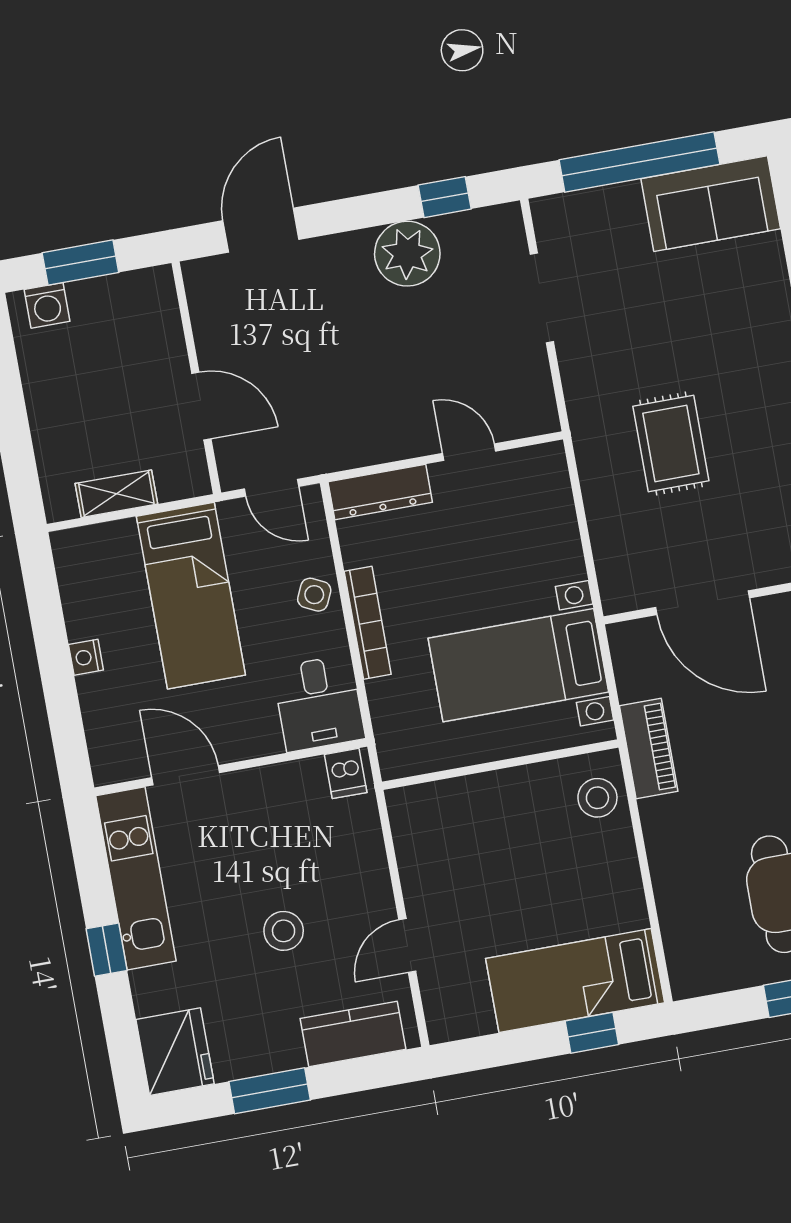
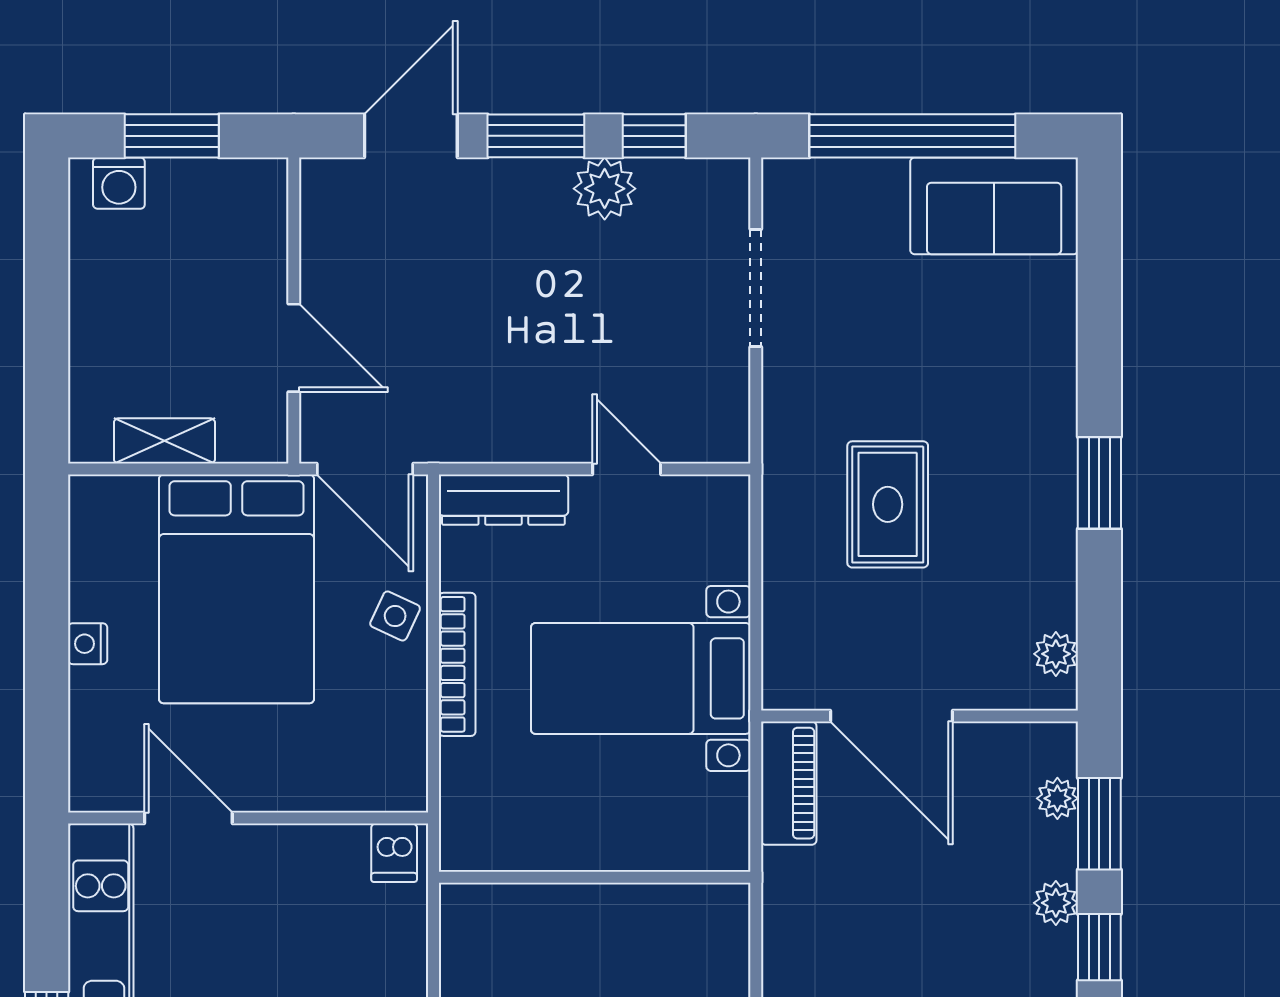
window: (355, 213) -> (536, 136), added
plant: (407, 254) -> (605, 189), width x0.73, depth x0.73
door: (272, 488) -> (365, 469), width x1.37
bed: (191, 596) -> (236, 589), width x1.50
bed with nightstands: (518, 665) -> (641, 678), moved
desk: (319, 703) -> (376, 756), removed
piano: (649, 749) -> (789, 783), moved
stool: (597, 798) -> (712, 942), removed

